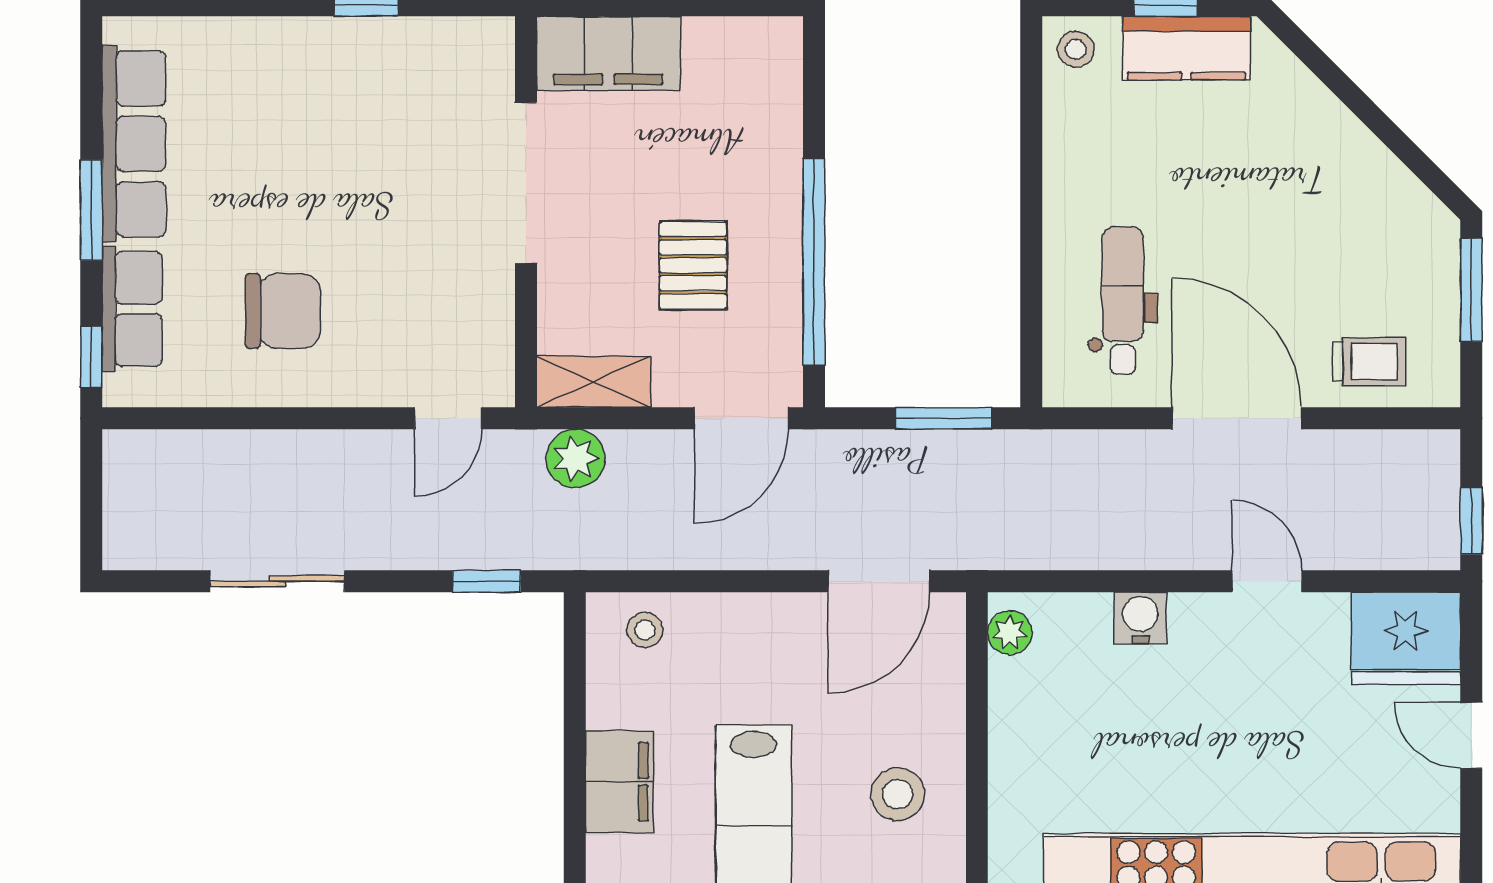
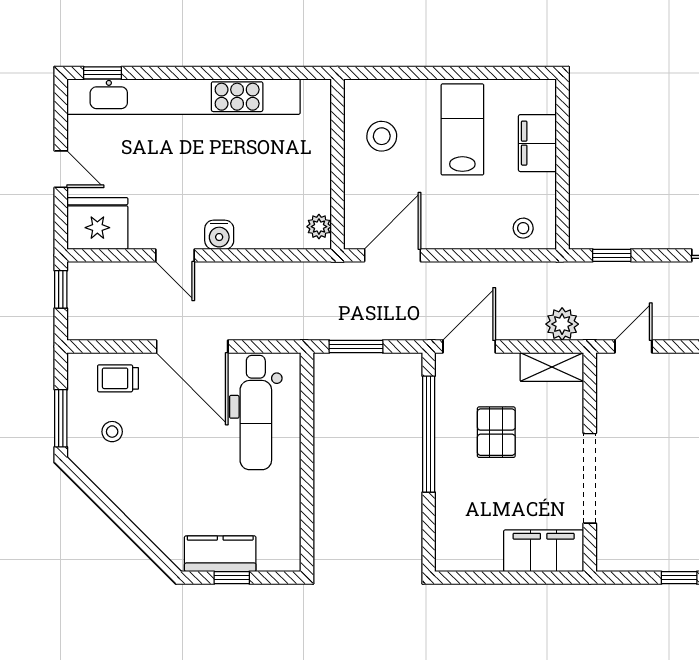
stool: (1076, 49) -> (112, 432), moved
dental chair: (1123, 300) -> (256, 412), width x1.36, depth x1.38
water cooler: (1140, 618) -> (219, 235), moved

